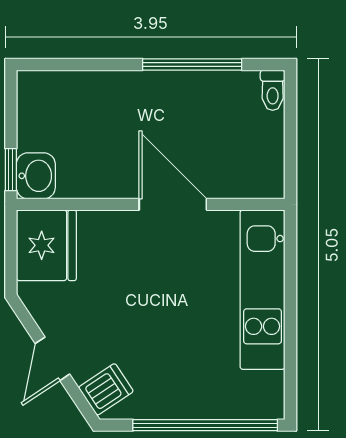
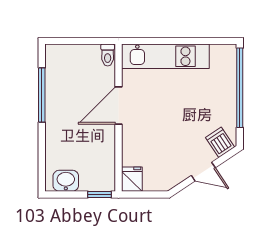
toilet: (273, 90) -> (108, 55), moved, turned 90
washbasin: (36, 176) -> (66, 181), moved
fridge: (46, 245) -> (132, 179), width x0.53, depth x0.75

